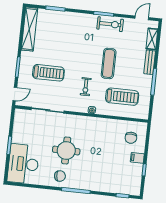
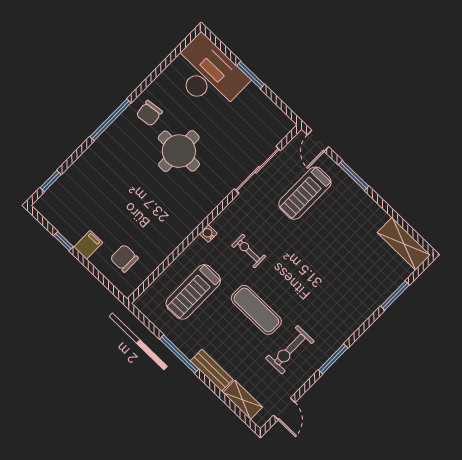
exercise bike: (110, 24) -> (290, 350), moved
shelving: (29, 29) -> (404, 244), width x0.68
treadmill: (48, 73) -> (305, 193), moved

